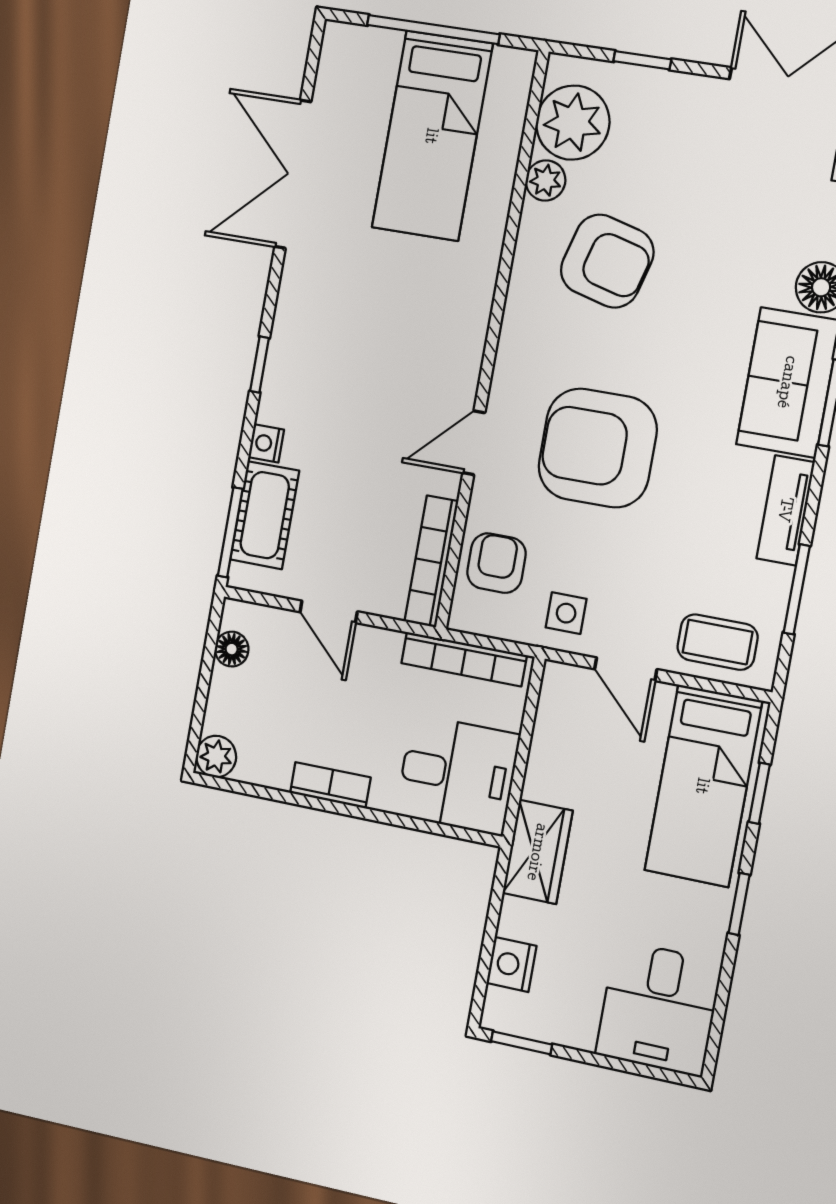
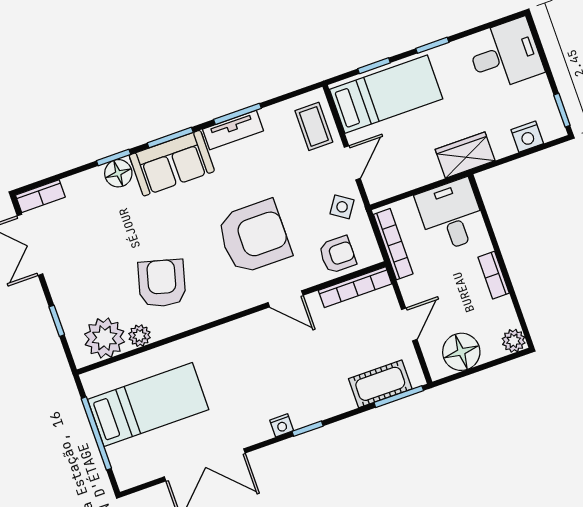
nightstand: (266, 443) -> (282, 425), moved
armchair: (598, 448) -> (254, 237), turned -90
armchair: (496, 563) -> (337, 255), turned 180
window: (797, 589) -> (237, 114), moved
side table: (566, 613) -> (342, 207), turned 34
floor lamp: (232, 649) -> (461, 352), width x1.89, depth x1.89

